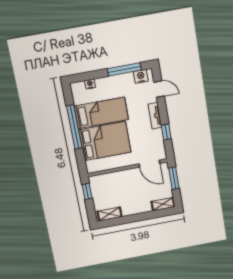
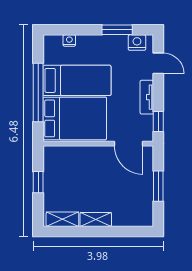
window: (124, 69) -> (117, 30), width x0.69
door: (149, 164) -> (129, 144), moved
wall: (127, 168) -> (98, 144), moved
shelving: (163, 204) -> (96, 219), moved

